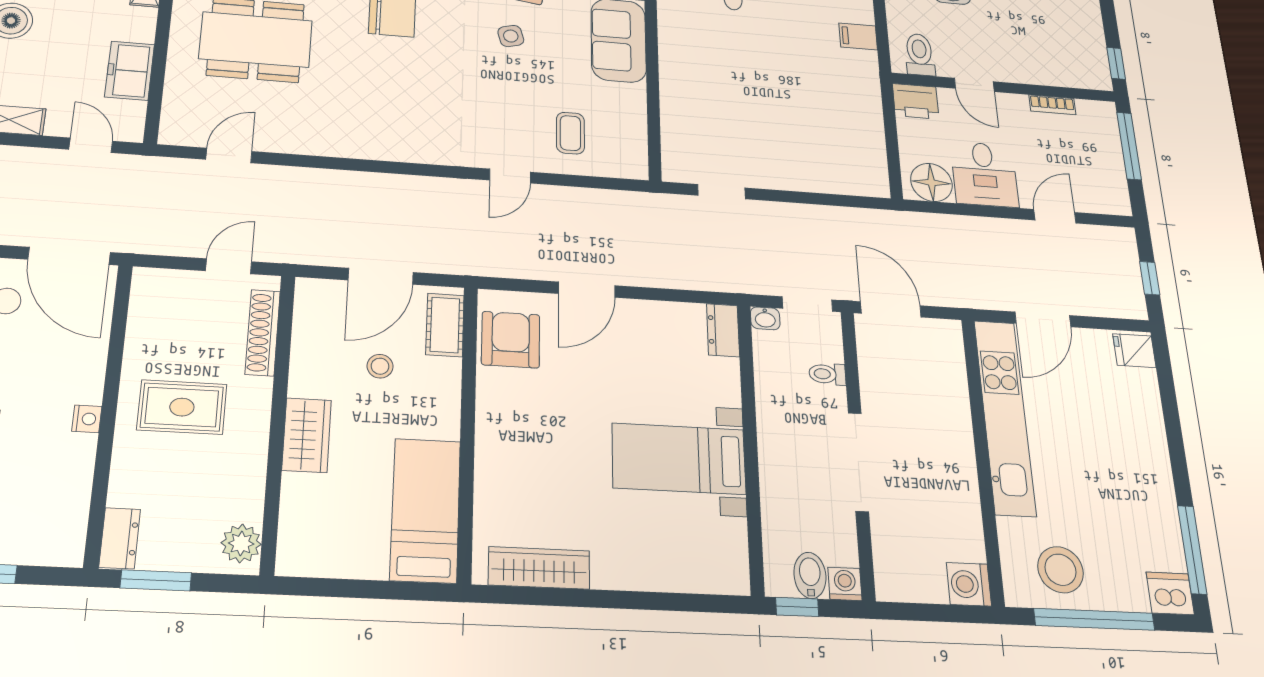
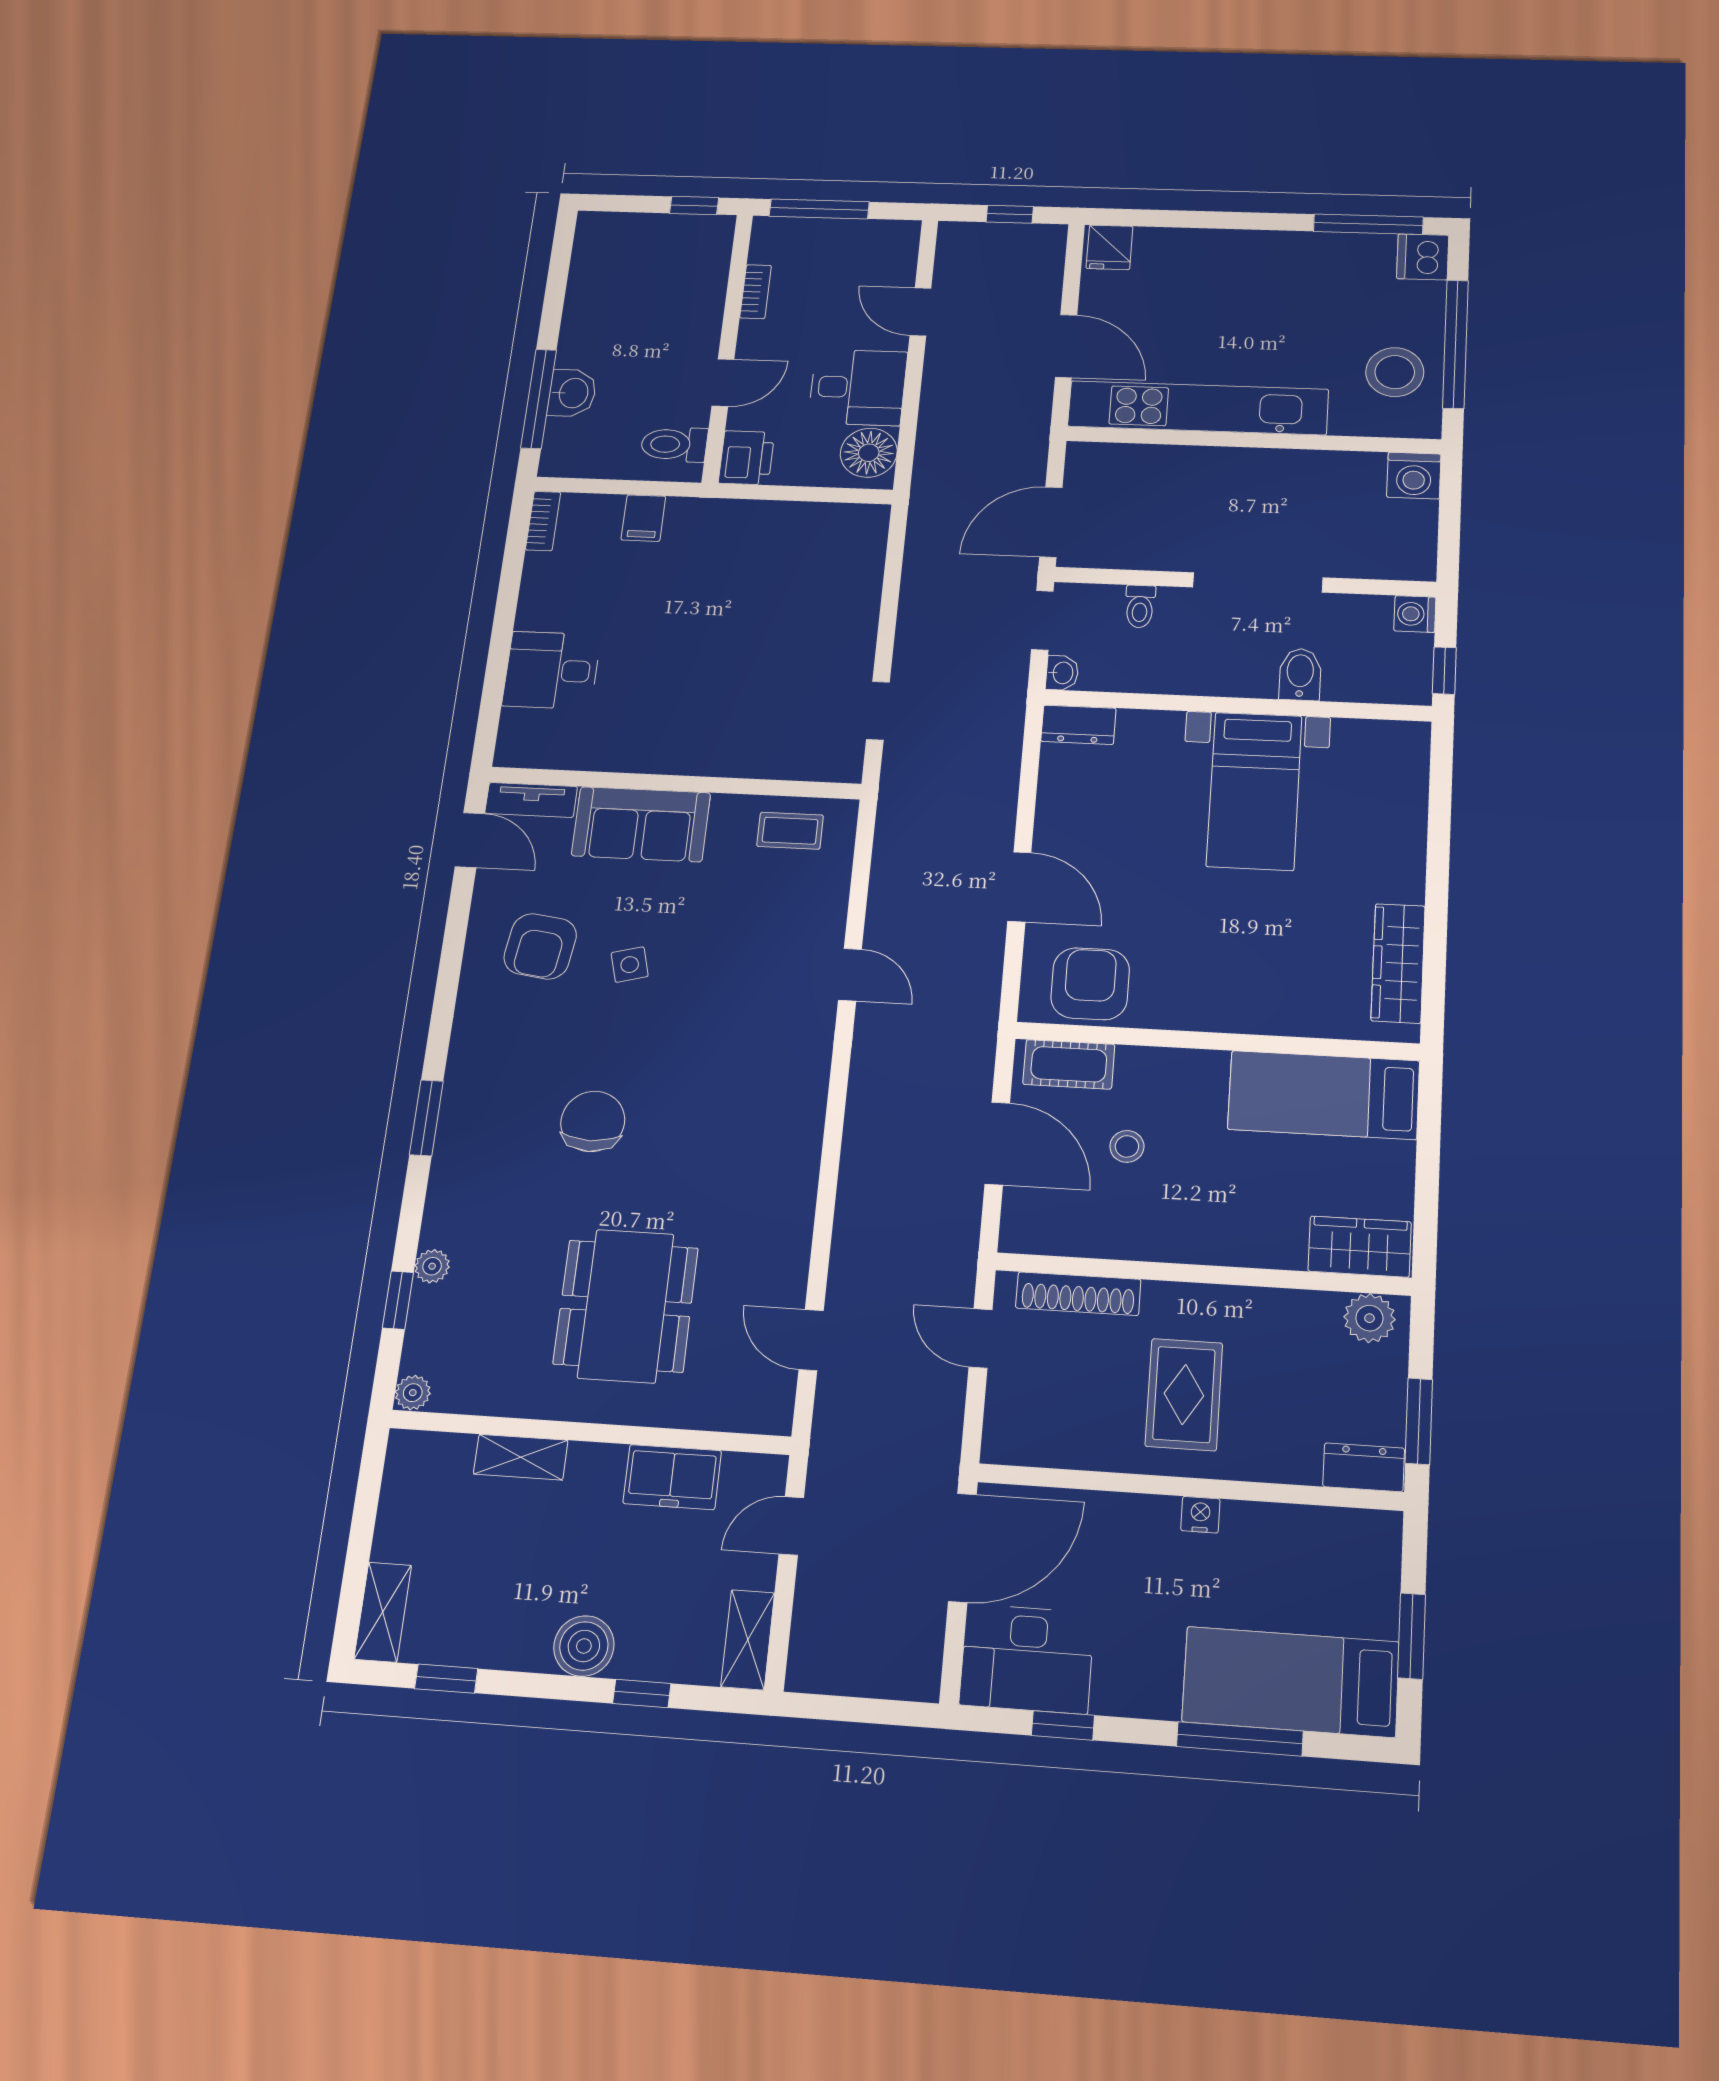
coffee table: (570, 133) -> (790, 831), moved
armchair: (511, 340) -> (1090, 984), turned 90
wardrobe: (307, 435) -> (1360, 1247), moved
bidet: (810, 575) -> (1300, 674), moved, turned 90

